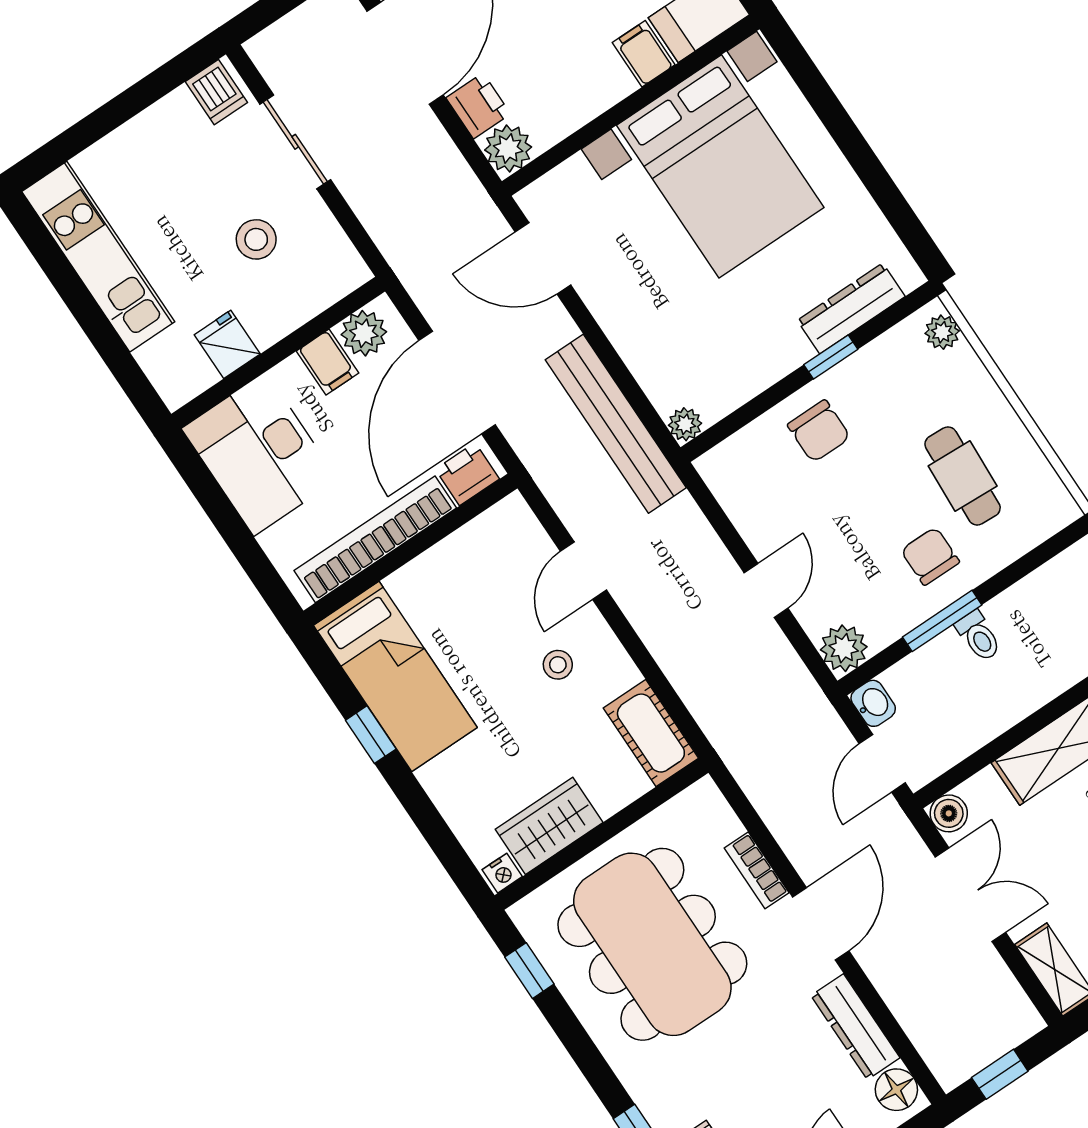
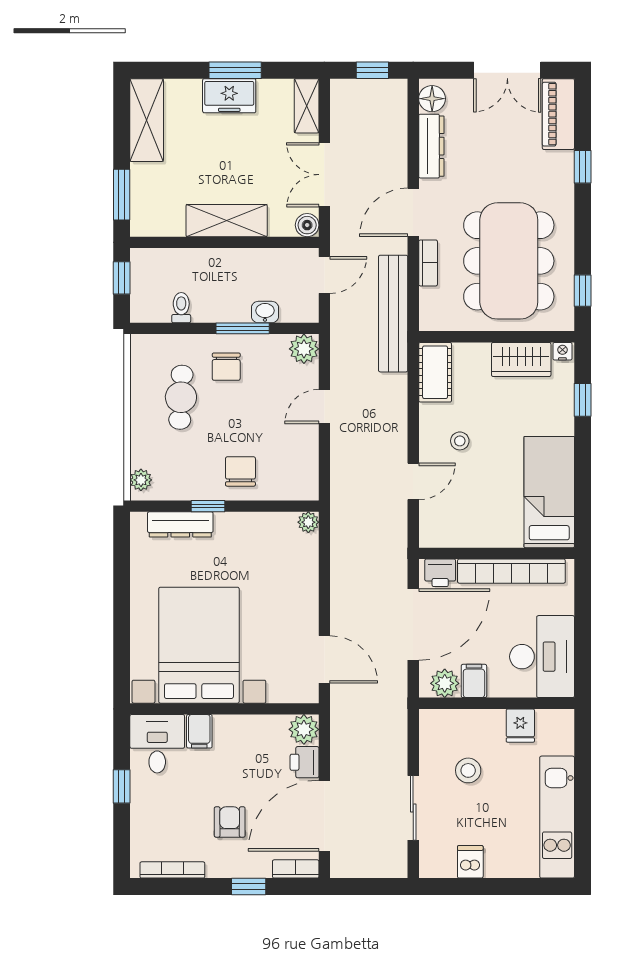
dishwasher: (216, 92) -> (470, 862), moved
bench: (616, 424) -> (393, 314), moved
toilet: (978, 636) -> (181, 308), moved
washbasin: (873, 703) -> (265, 312), moved, turned 90
window: (371, 735) -> (583, 400), moved

